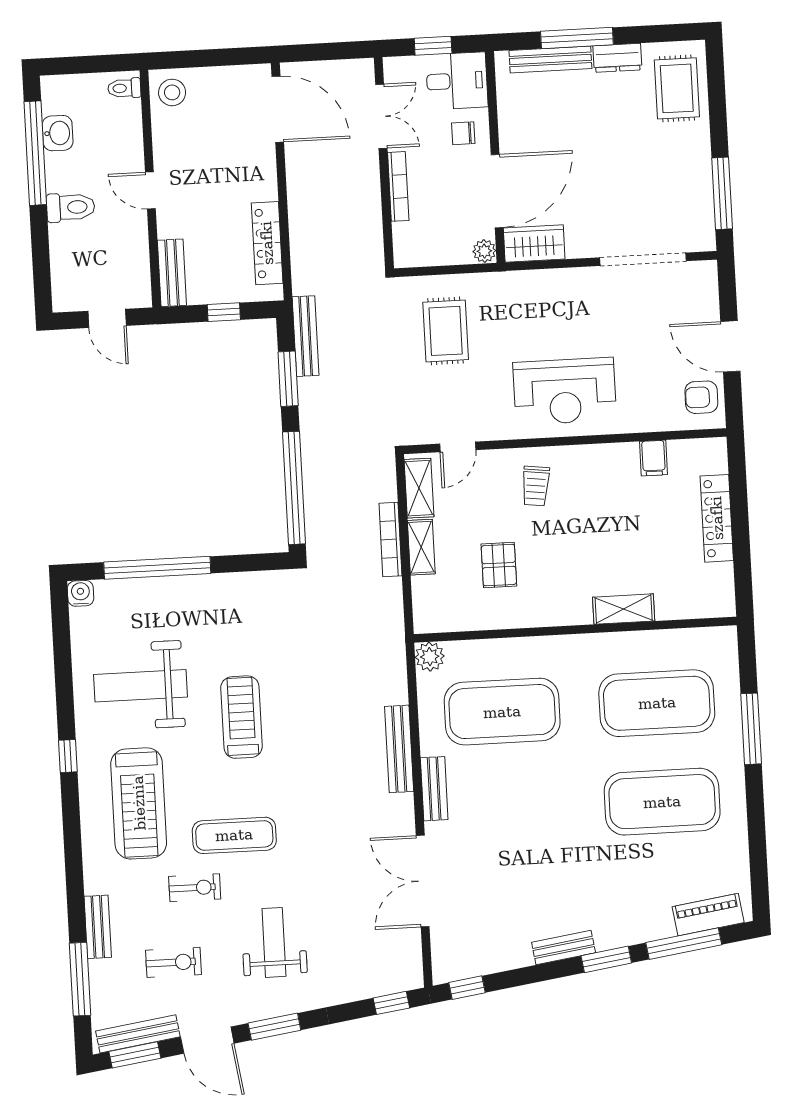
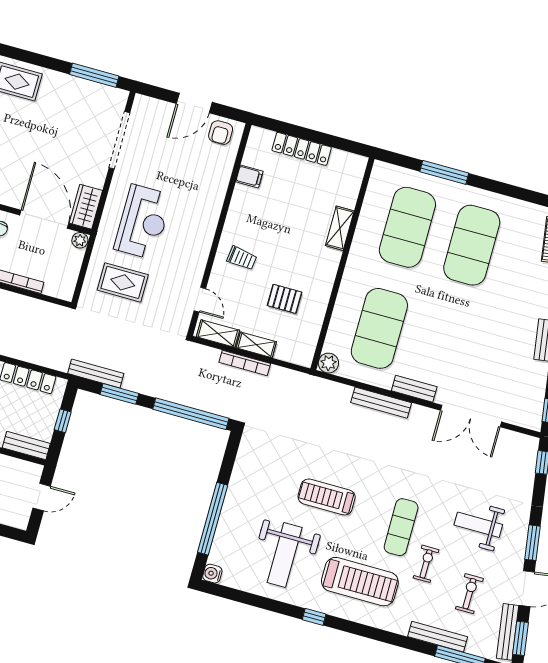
reception desk: (565, 391) -> (143, 222), moved
bench: (98, 927) -> (438, 637), width x1.36

